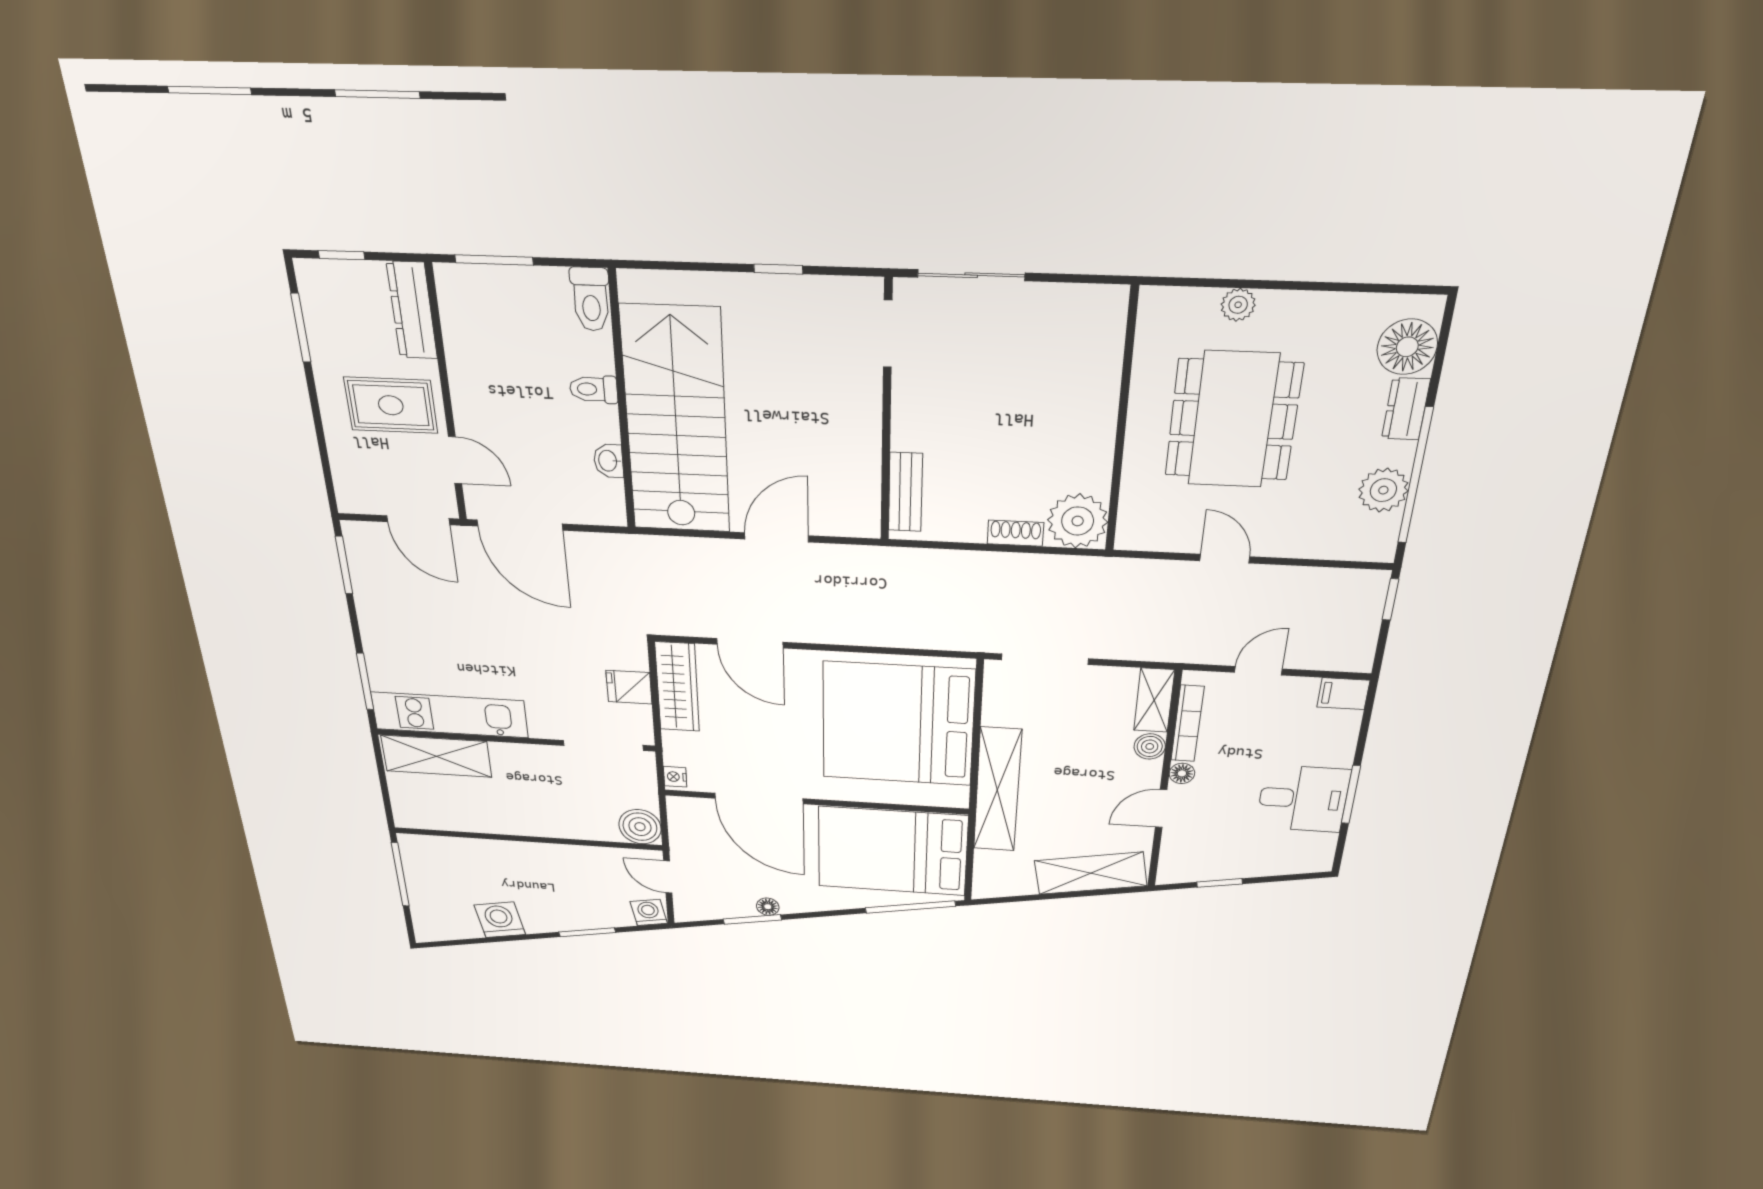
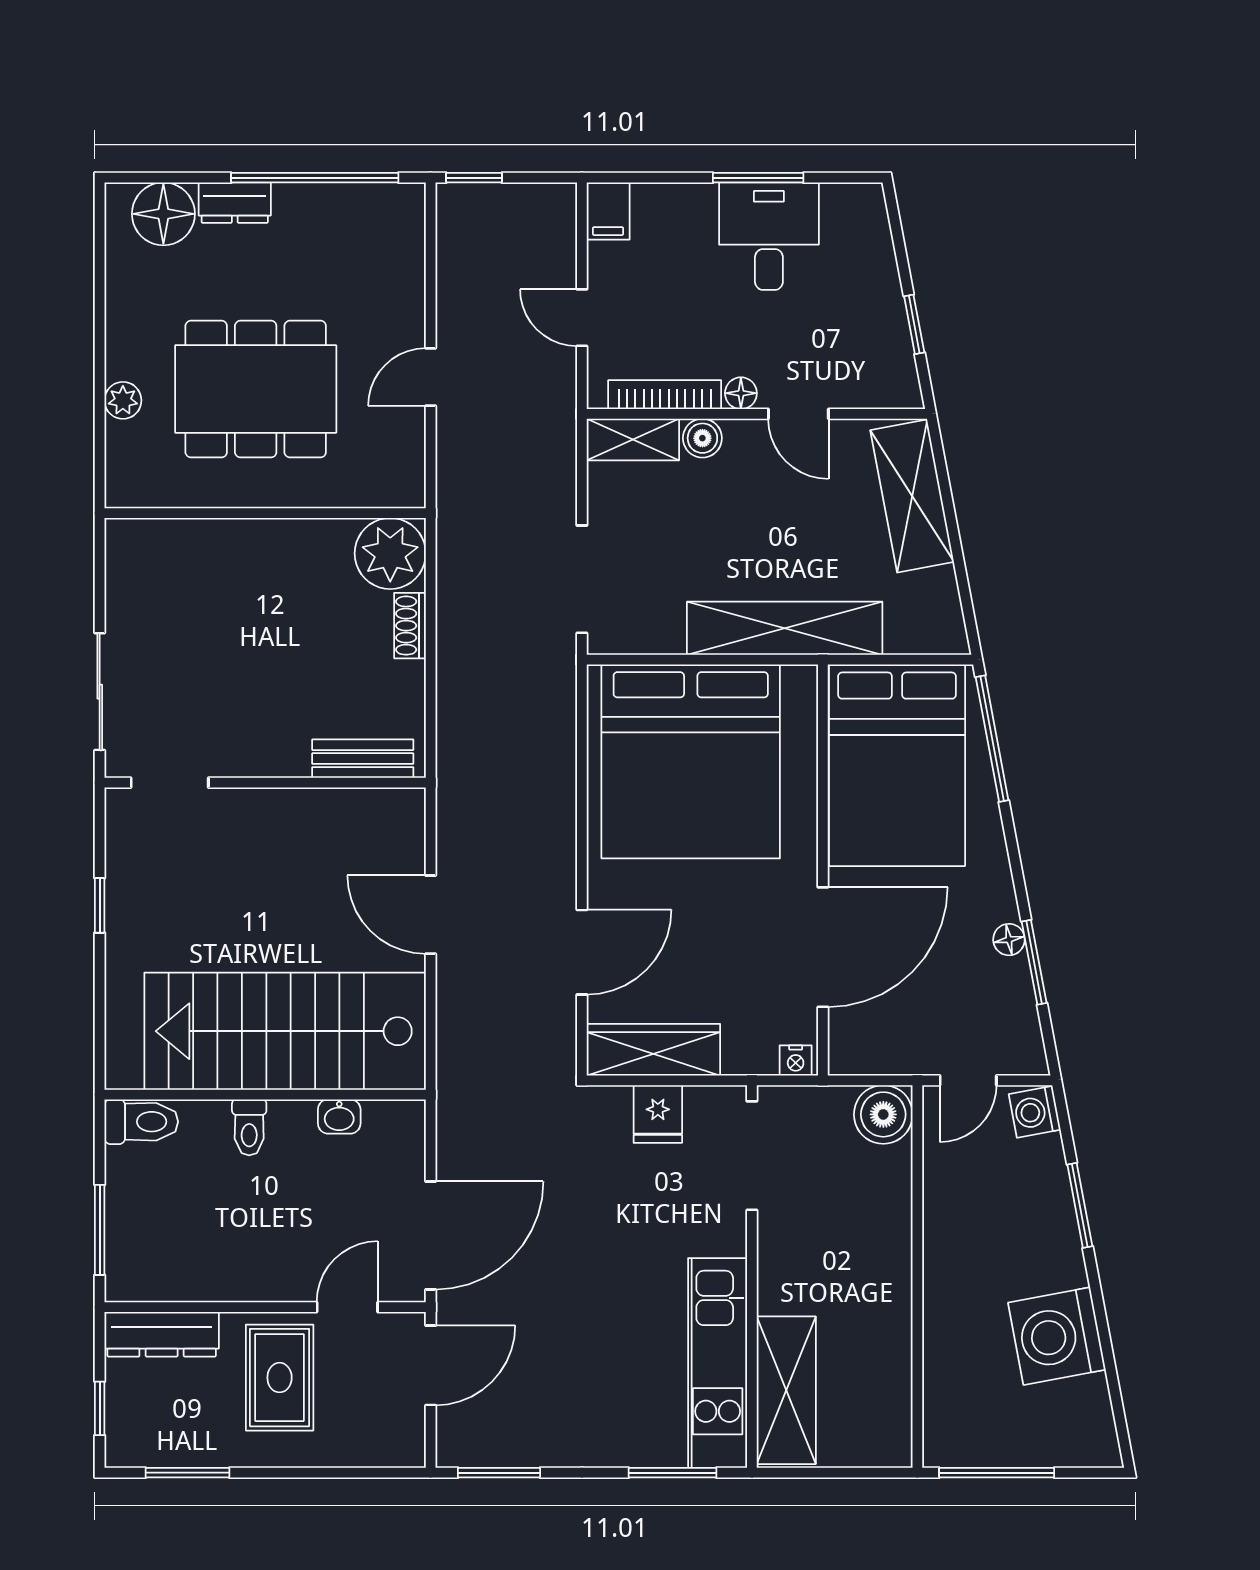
plant: (1383, 490) -> (334, 210), removed
washing machine: (500, 920) -> (1057, 1336), width x1.37, depth x1.37

